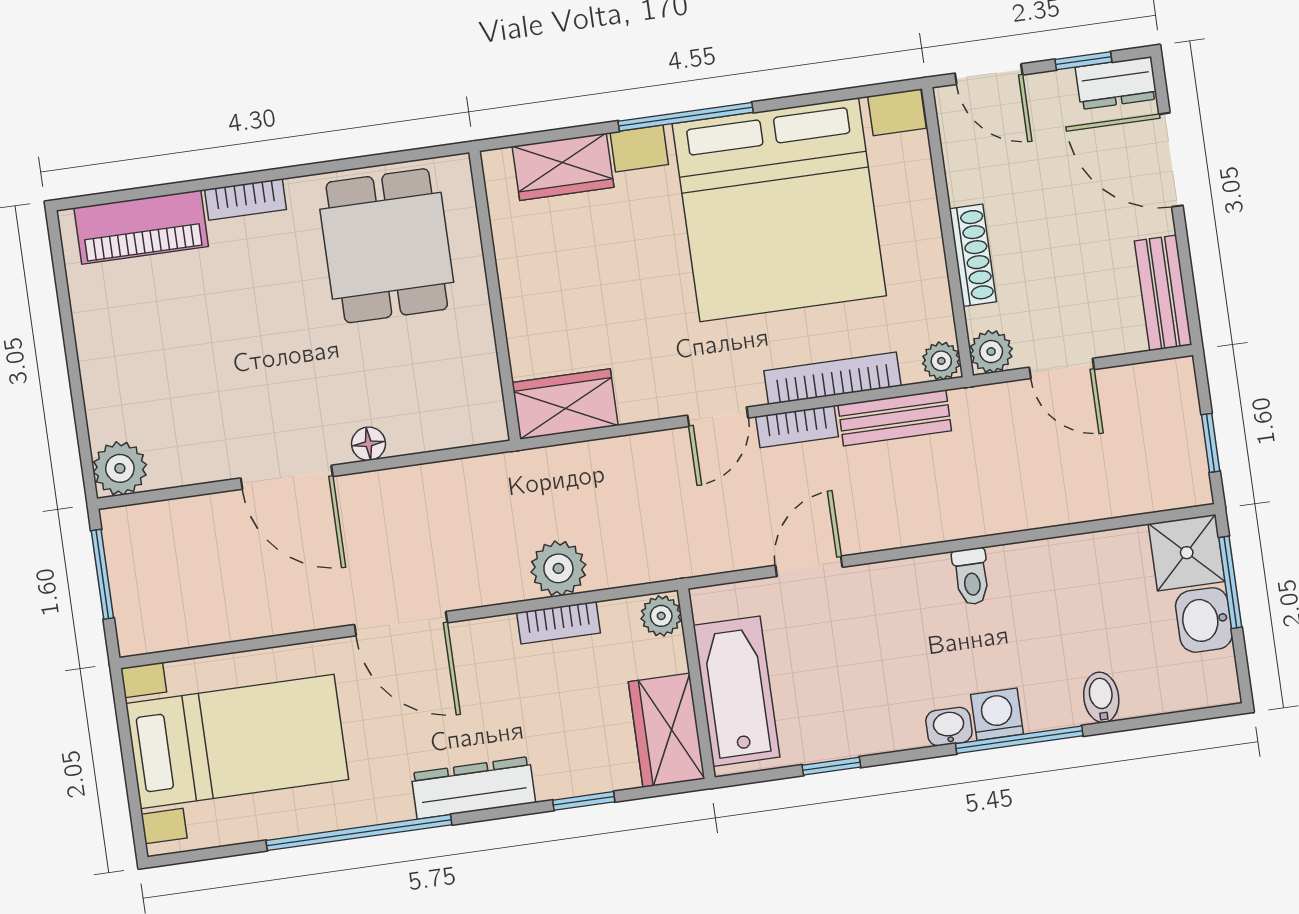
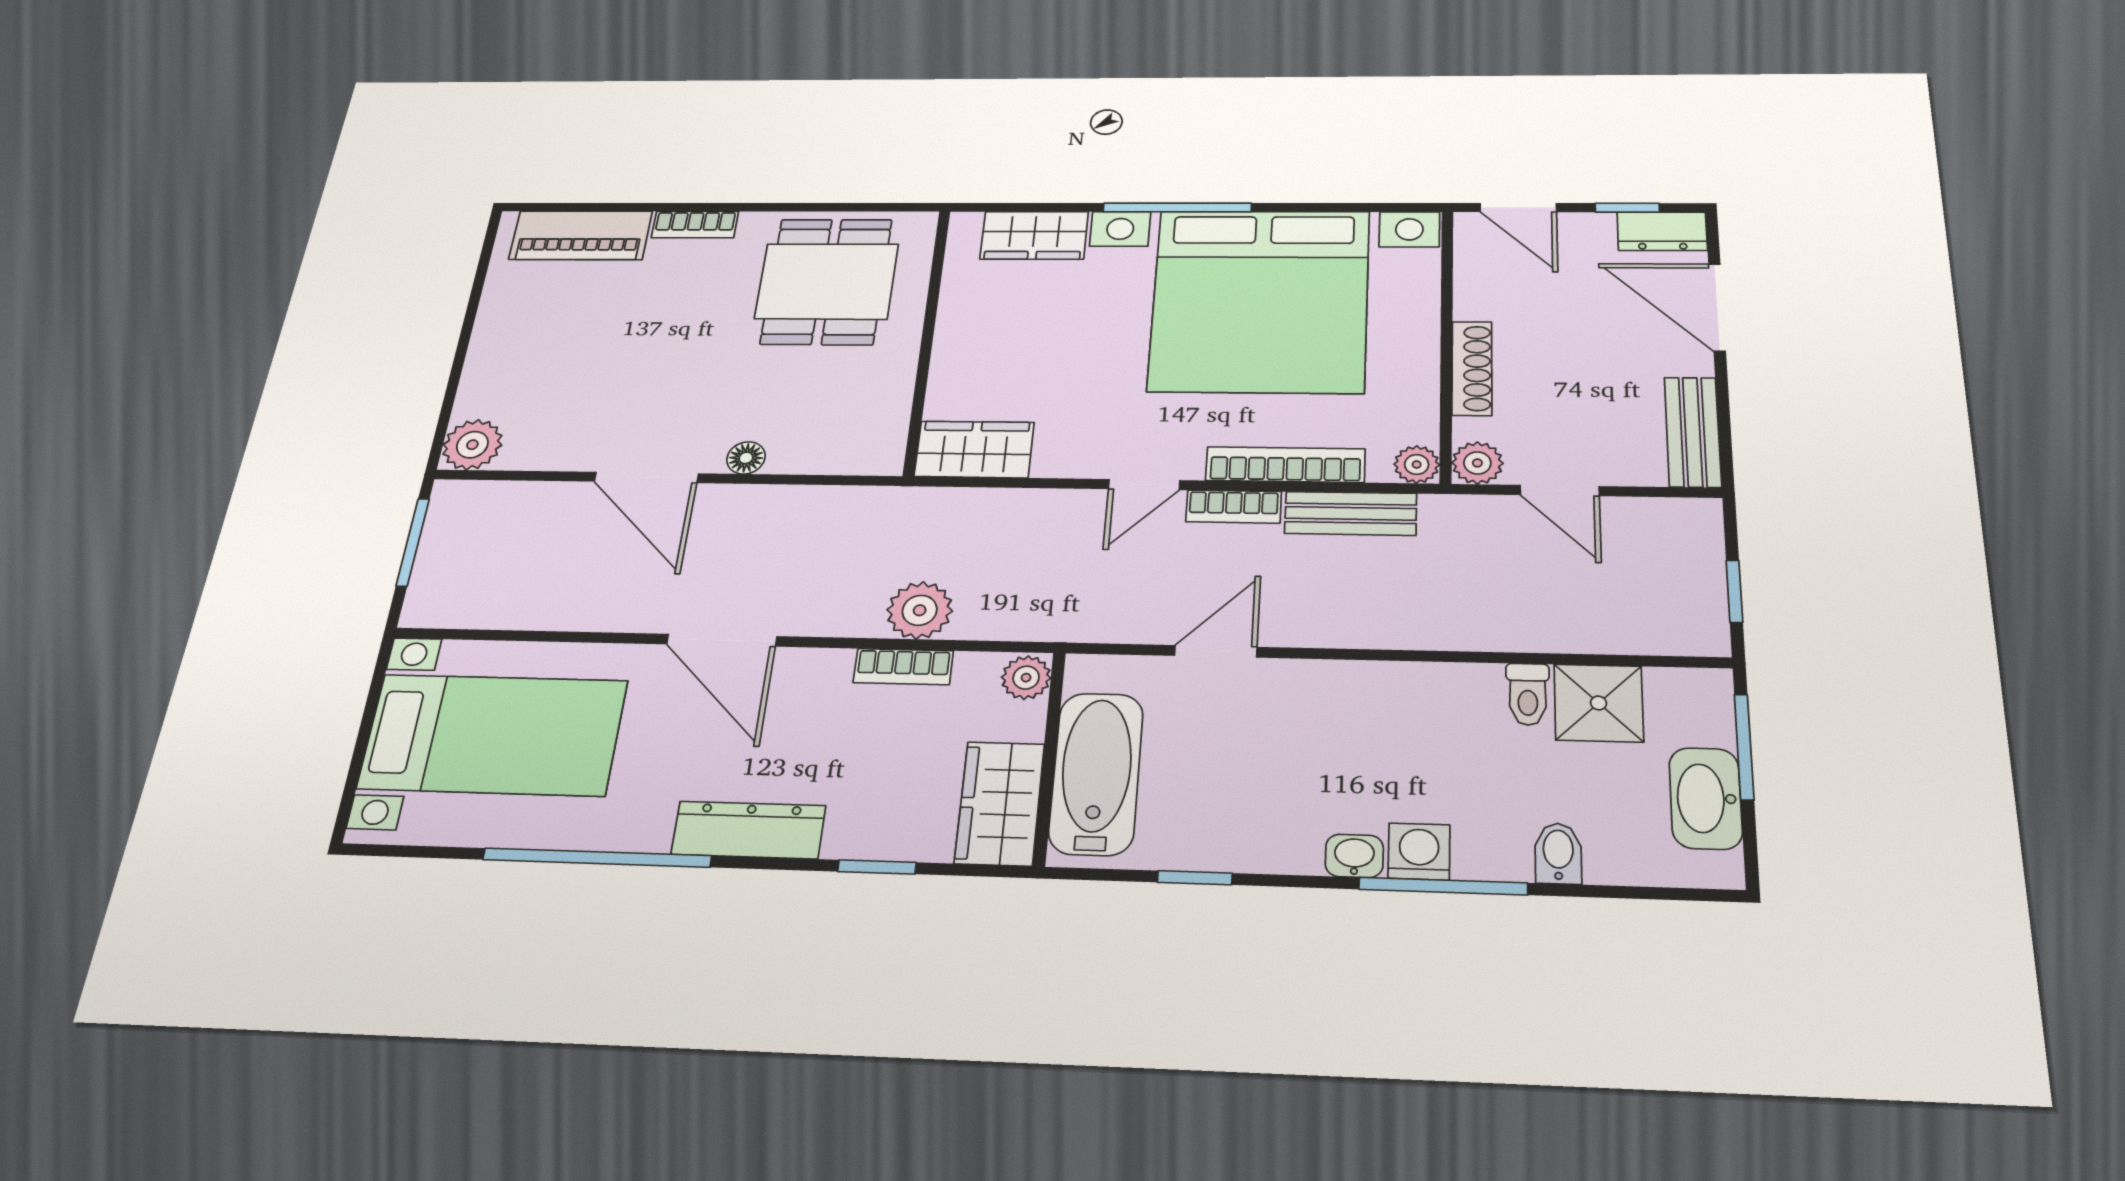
shower: (1187, 553) -> (1599, 703), moved
toilet: (971, 577) -> (1528, 694), moved
washbasin: (1204, 620) -> (1706, 798), width x1.38

